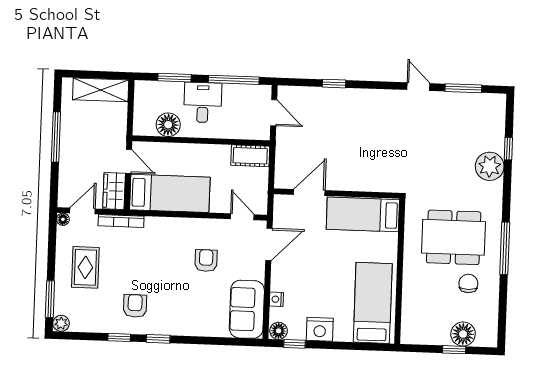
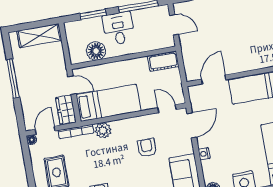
plant: (155, 227) -> (103, 130), added
nightstand: (276, 299) -> (204, 154), moved

